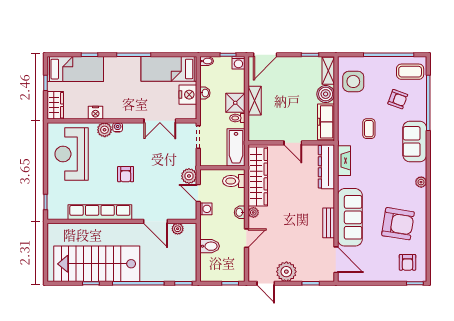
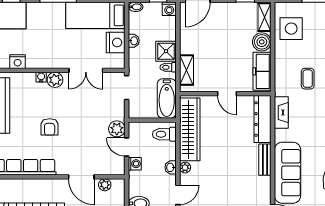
shelving: (255, 101) -> (186, 70), moved
plant: (105, 130) -> (55, 80), moved
bench: (329, 223) -> (265, 160), moved

